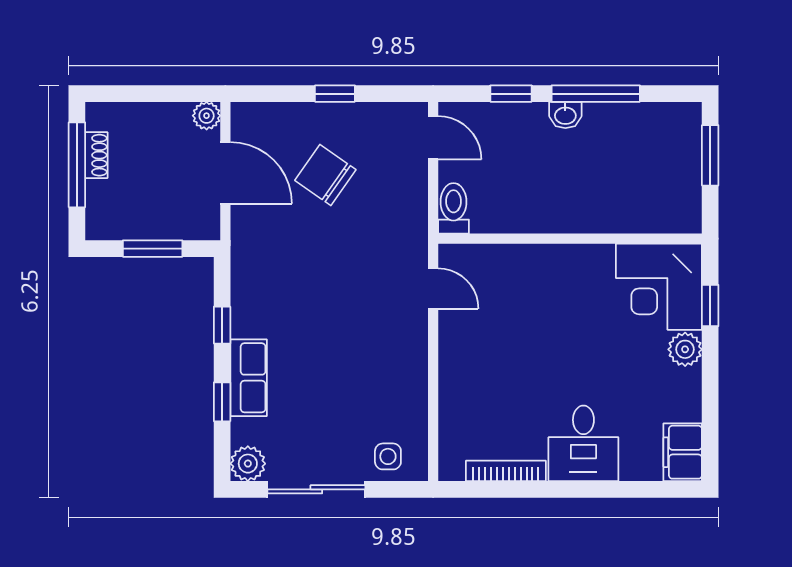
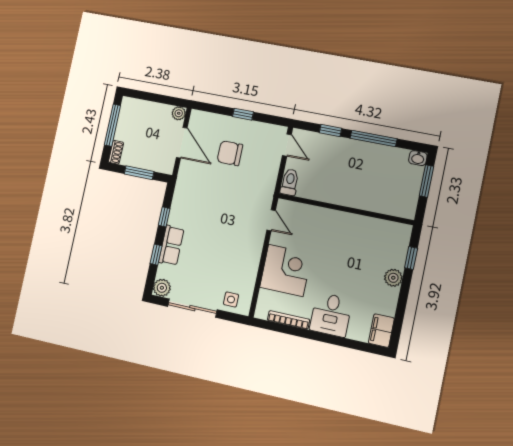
washbasin: (565, 115) -> (418, 158), moved
shoe rack: (96, 155) -> (116, 152), moved
chair: (325, 175) -> (230, 153), turned -35
corner desk: (659, 287) -> (286, 270), moved, turned 180

